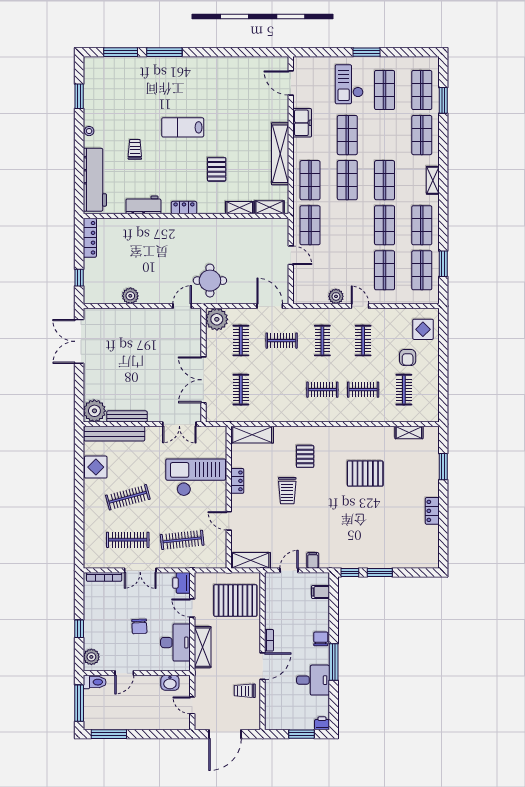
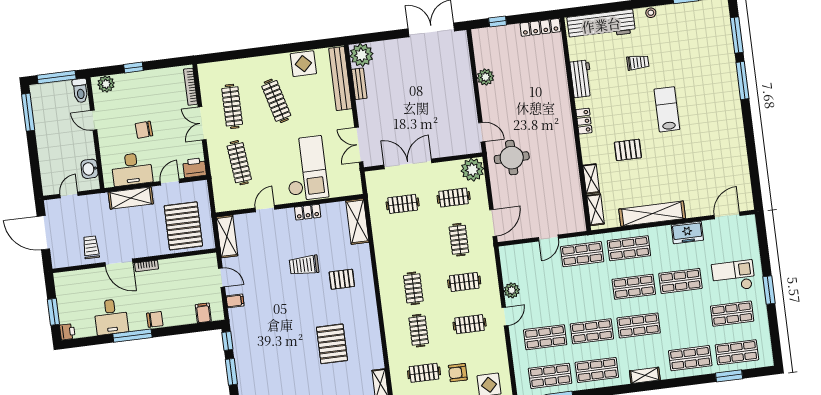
bench: (127, 416) -> (359, 84), width x0.73

